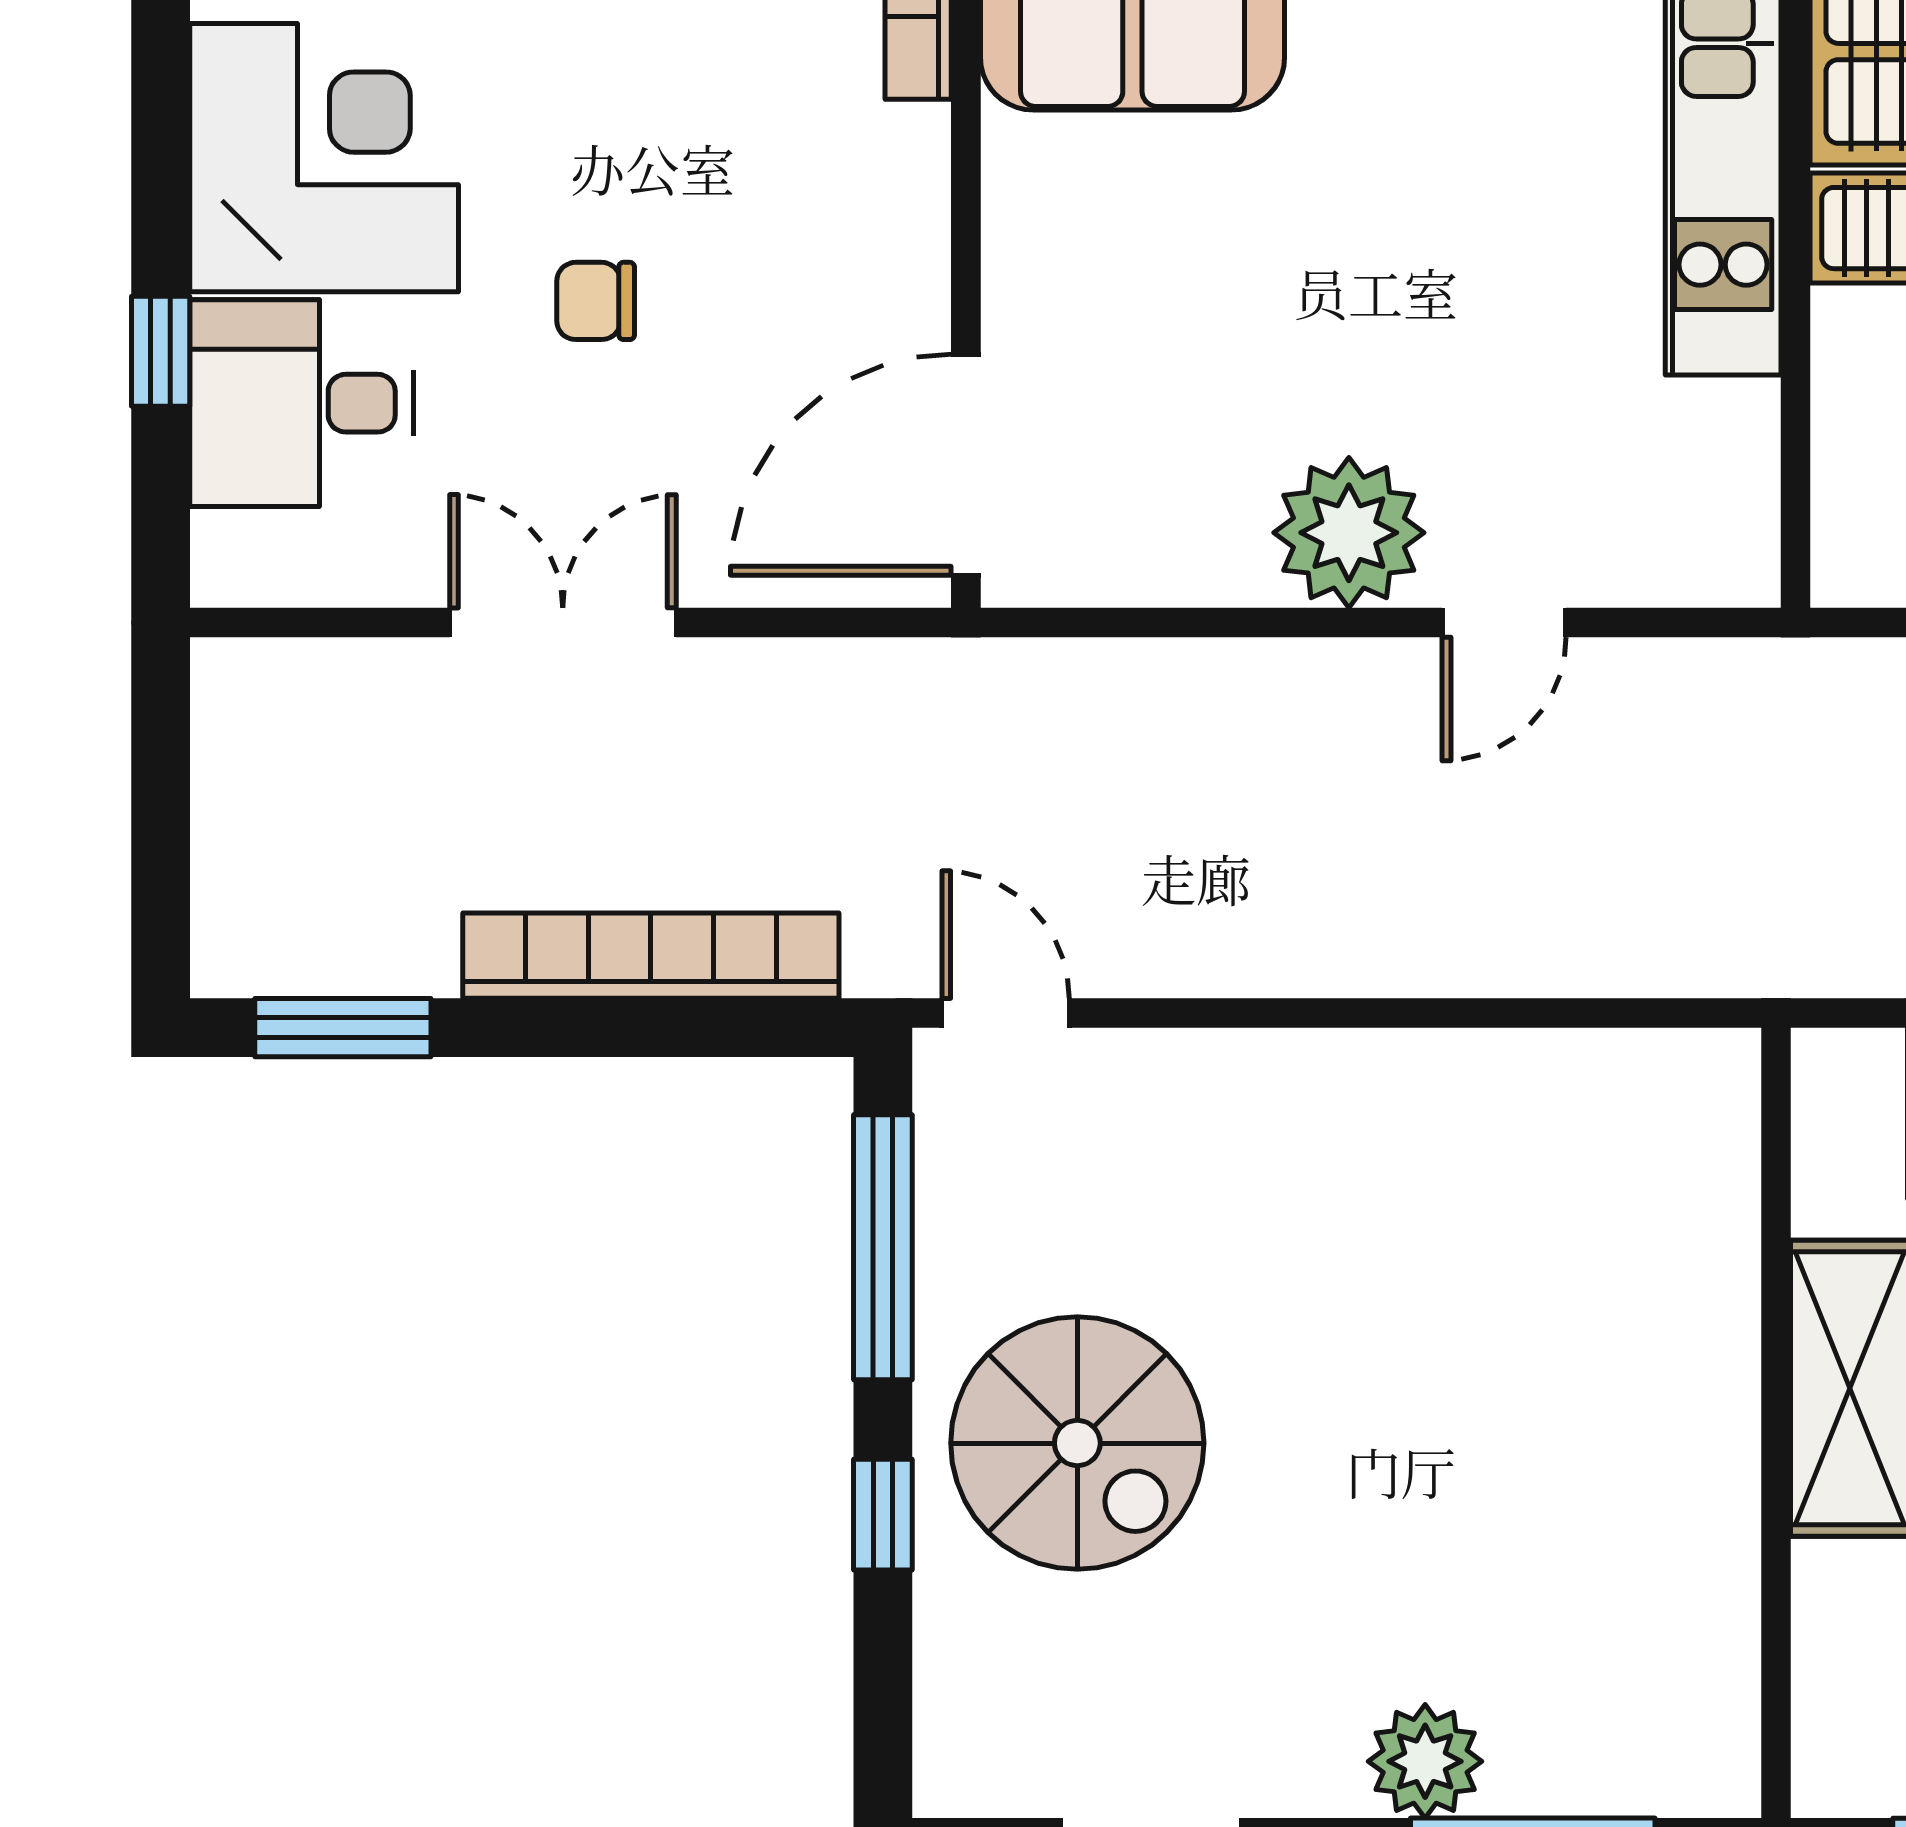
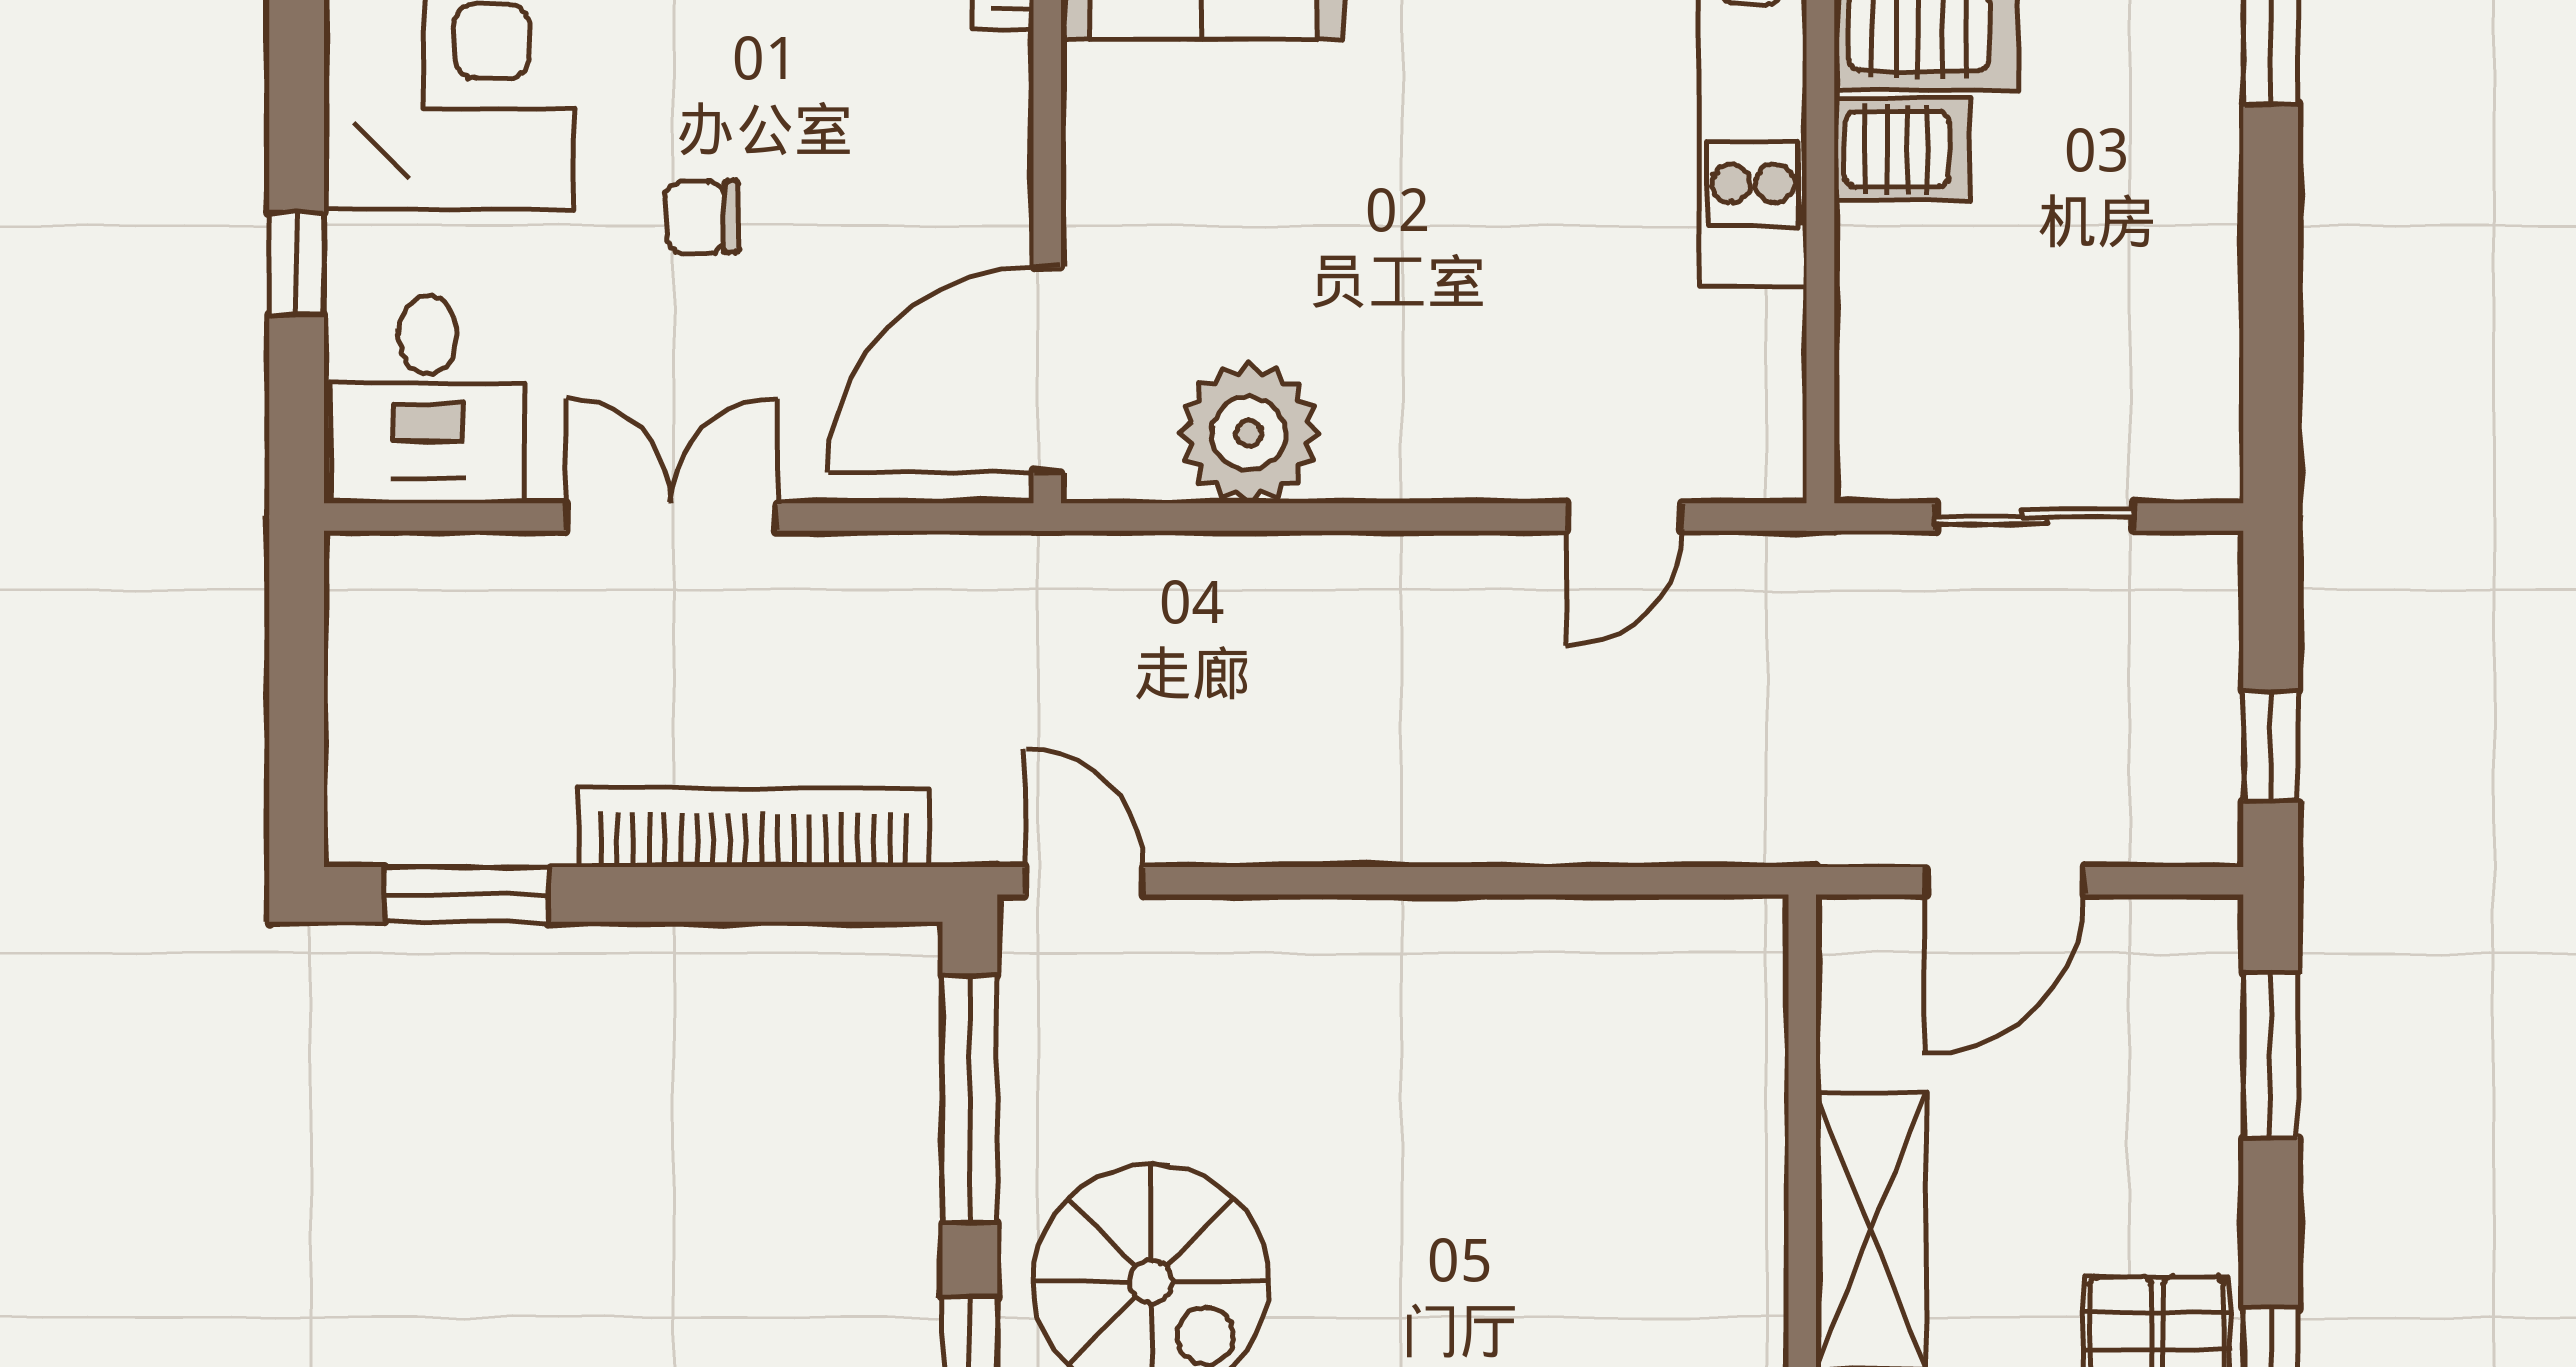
desk: (302, 403) -> (428, 399), moved, turned -90
plant: (1349, 533) -> (1249, 433), moved
door: (1504, 623) -> (1624, 517), moved

